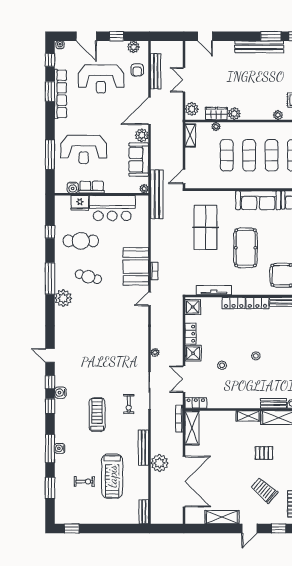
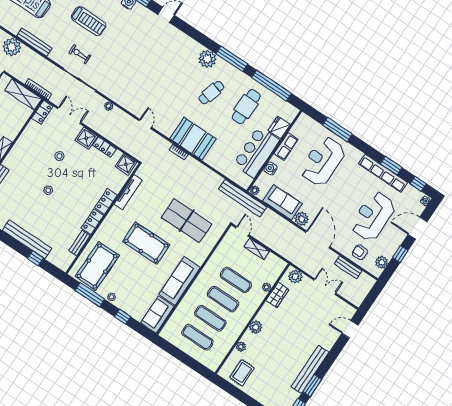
bench: (156, 71) -> (348, 267), width x0.73
plant: (234, 114) -> (256, 327), moved
shelving: (190, 135) -> (257, 249), moved
water cooler: (73, 188) -> (271, 169), moved
window: (50, 232) -> (272, 85), width x3.17
door: (150, 299) -> (145, 124), moved

